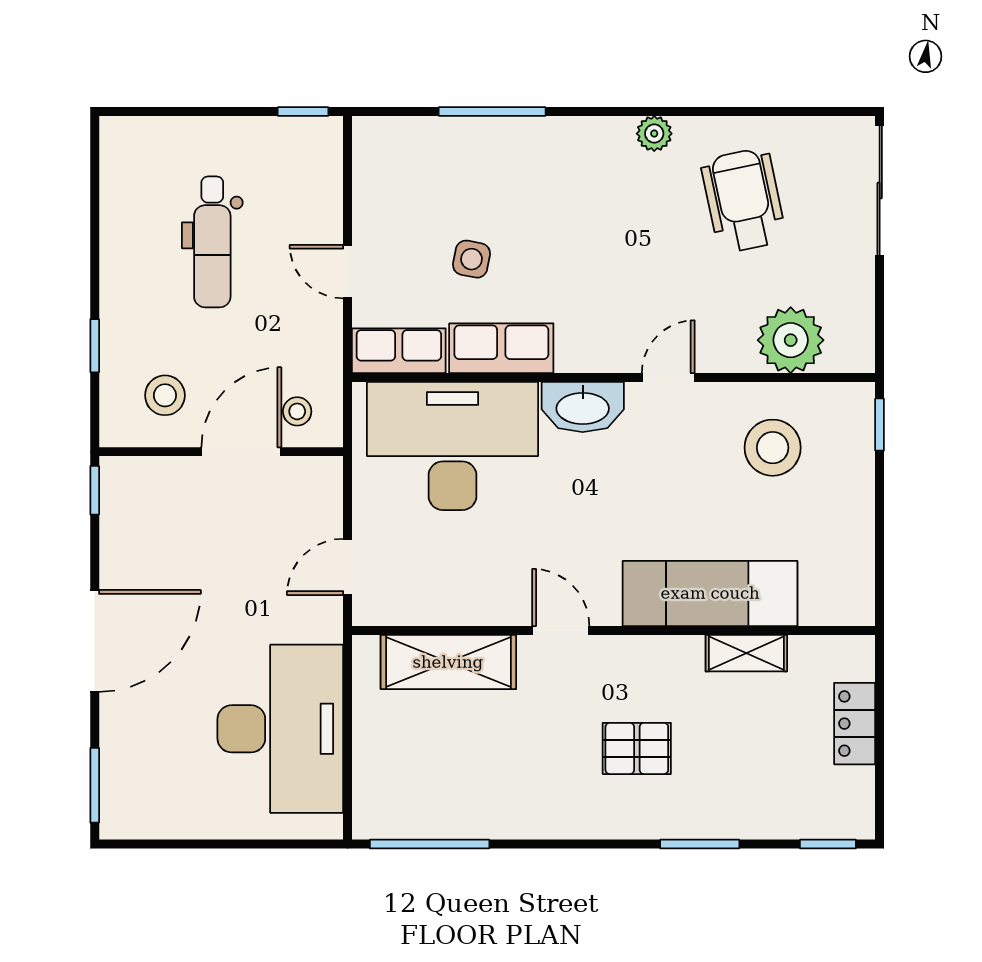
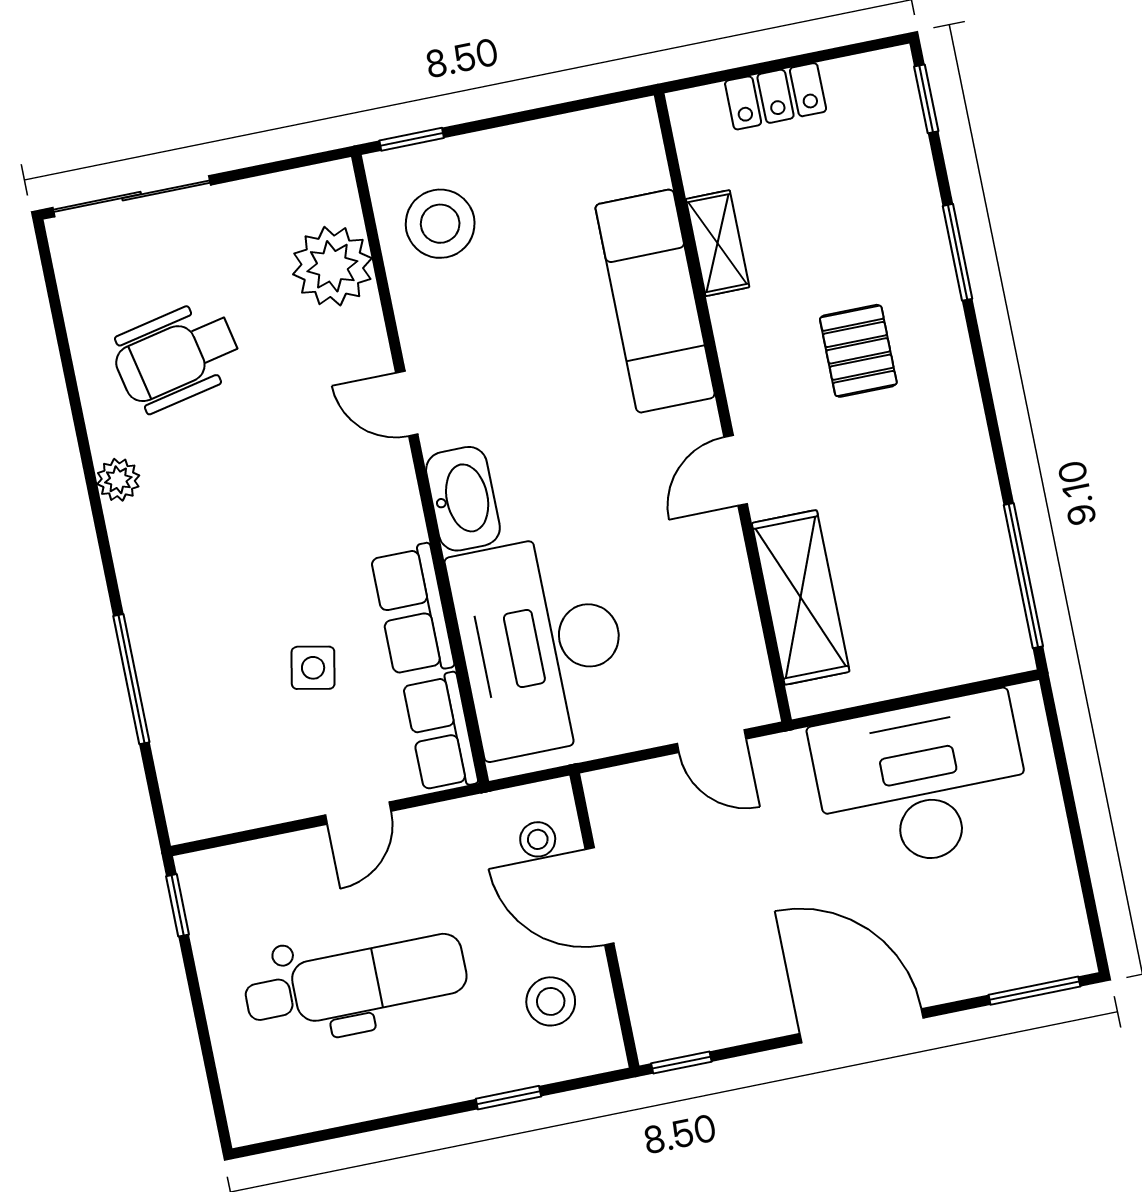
dental chair: (212, 242) -> (356, 982), width x1.36, depth x1.38
stool: (773, 448) -> (440, 224), moved

